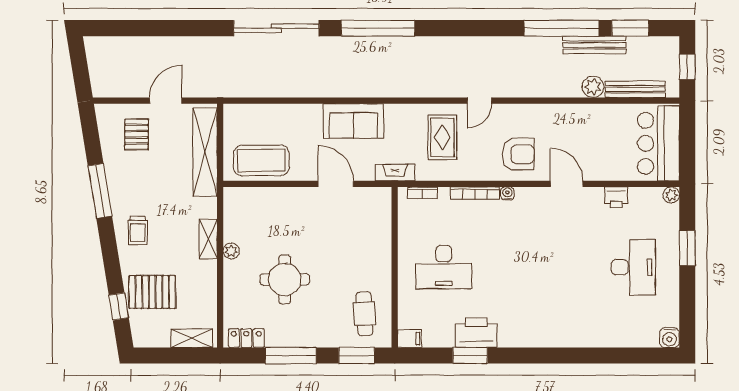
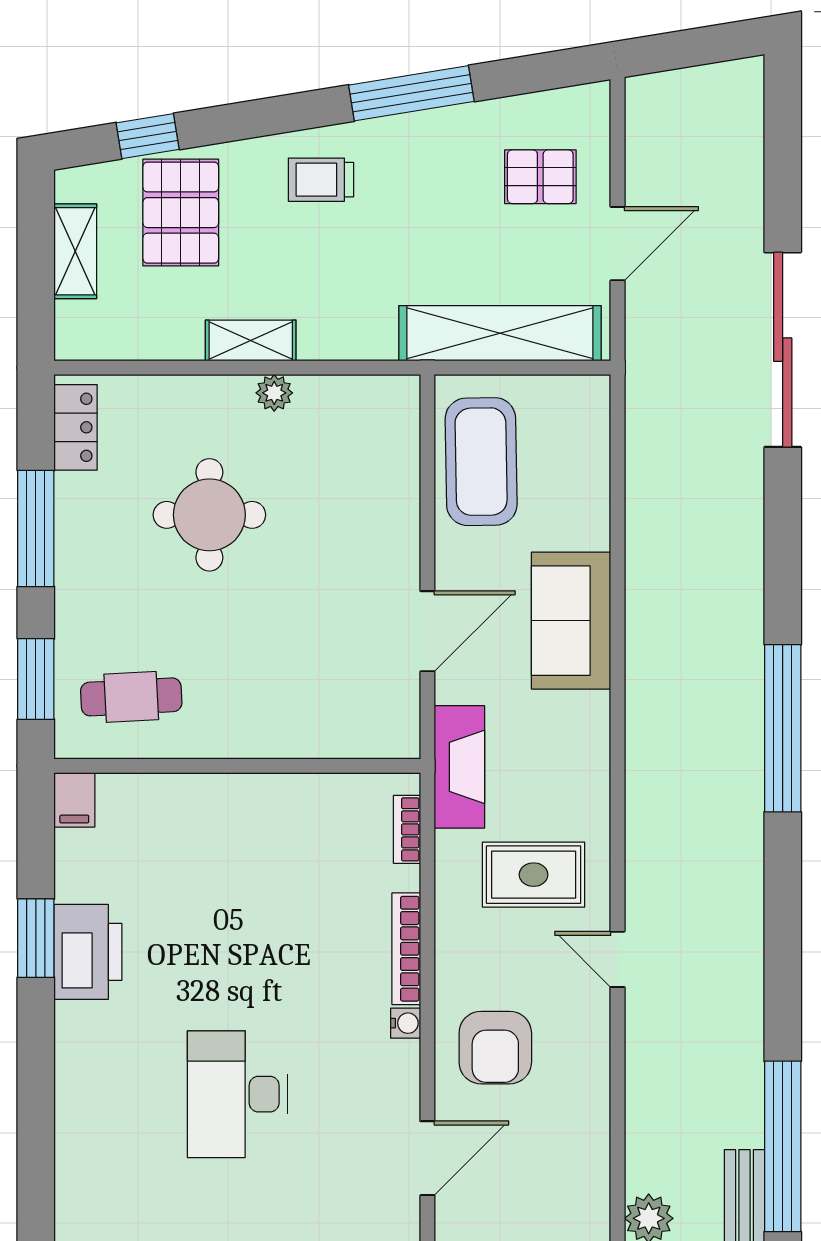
sliding door: (276, 28) -> (783, 350), moved
door: (166, 101) -> (617, 244), hinge flipped
sofa: (353, 121) -> (571, 621), moved
fireplace: (395, 173) -> (459, 767), width x1.37, depth x1.32
shelving: (208, 239) -> (251, 340), moved
desk: (444, 267) -> (237, 1094), moved
shelving: (192, 338) -> (75, 251), moved

